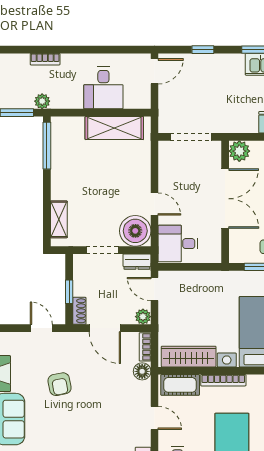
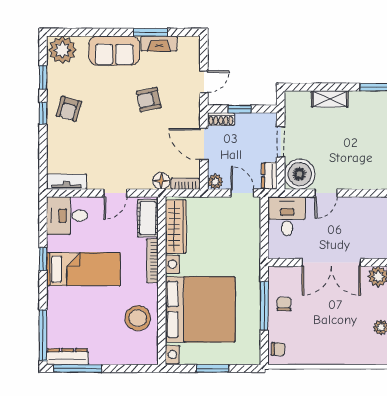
shelving: (59, 219) -> (330, 99), moved
door: (154, 289) -> (242, 193), hinge flipped
door: (105, 328) -> (204, 144), hinge flipped

